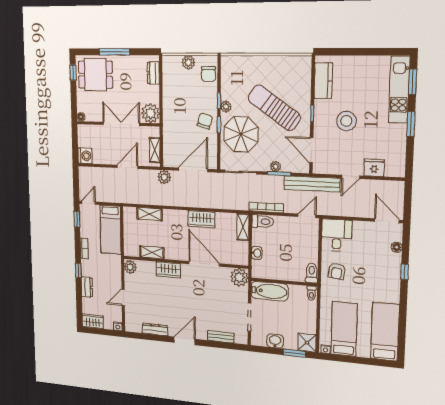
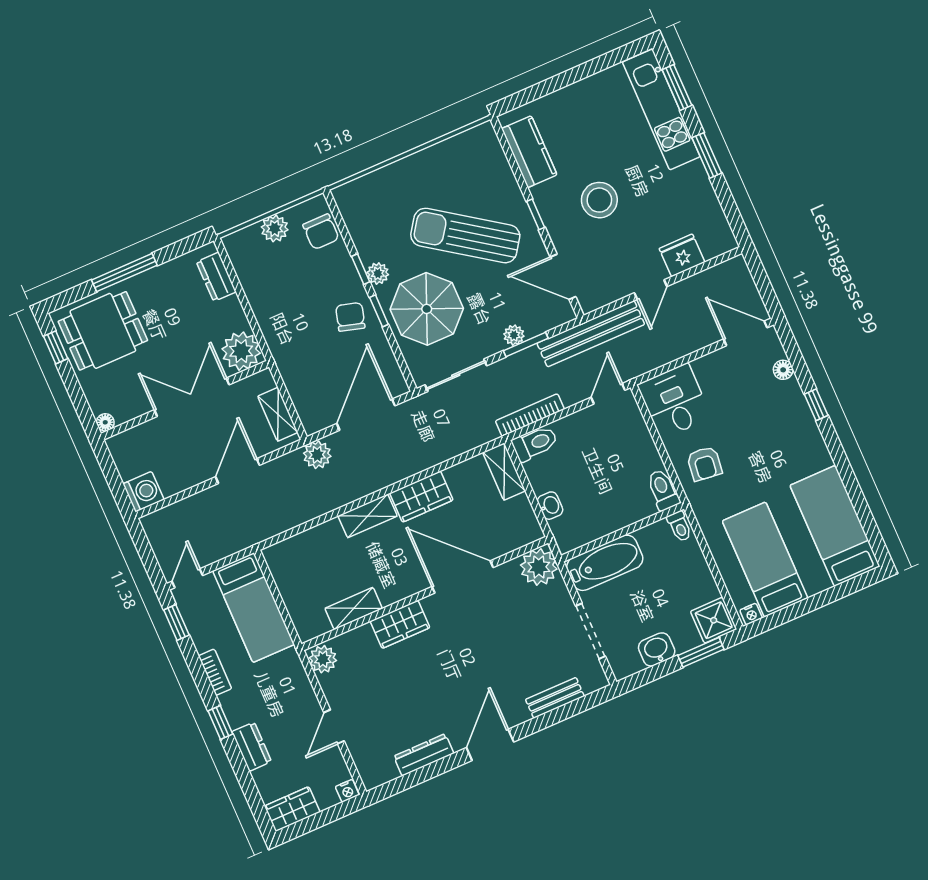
shelving: (149, 214) -> (368, 516), moved

